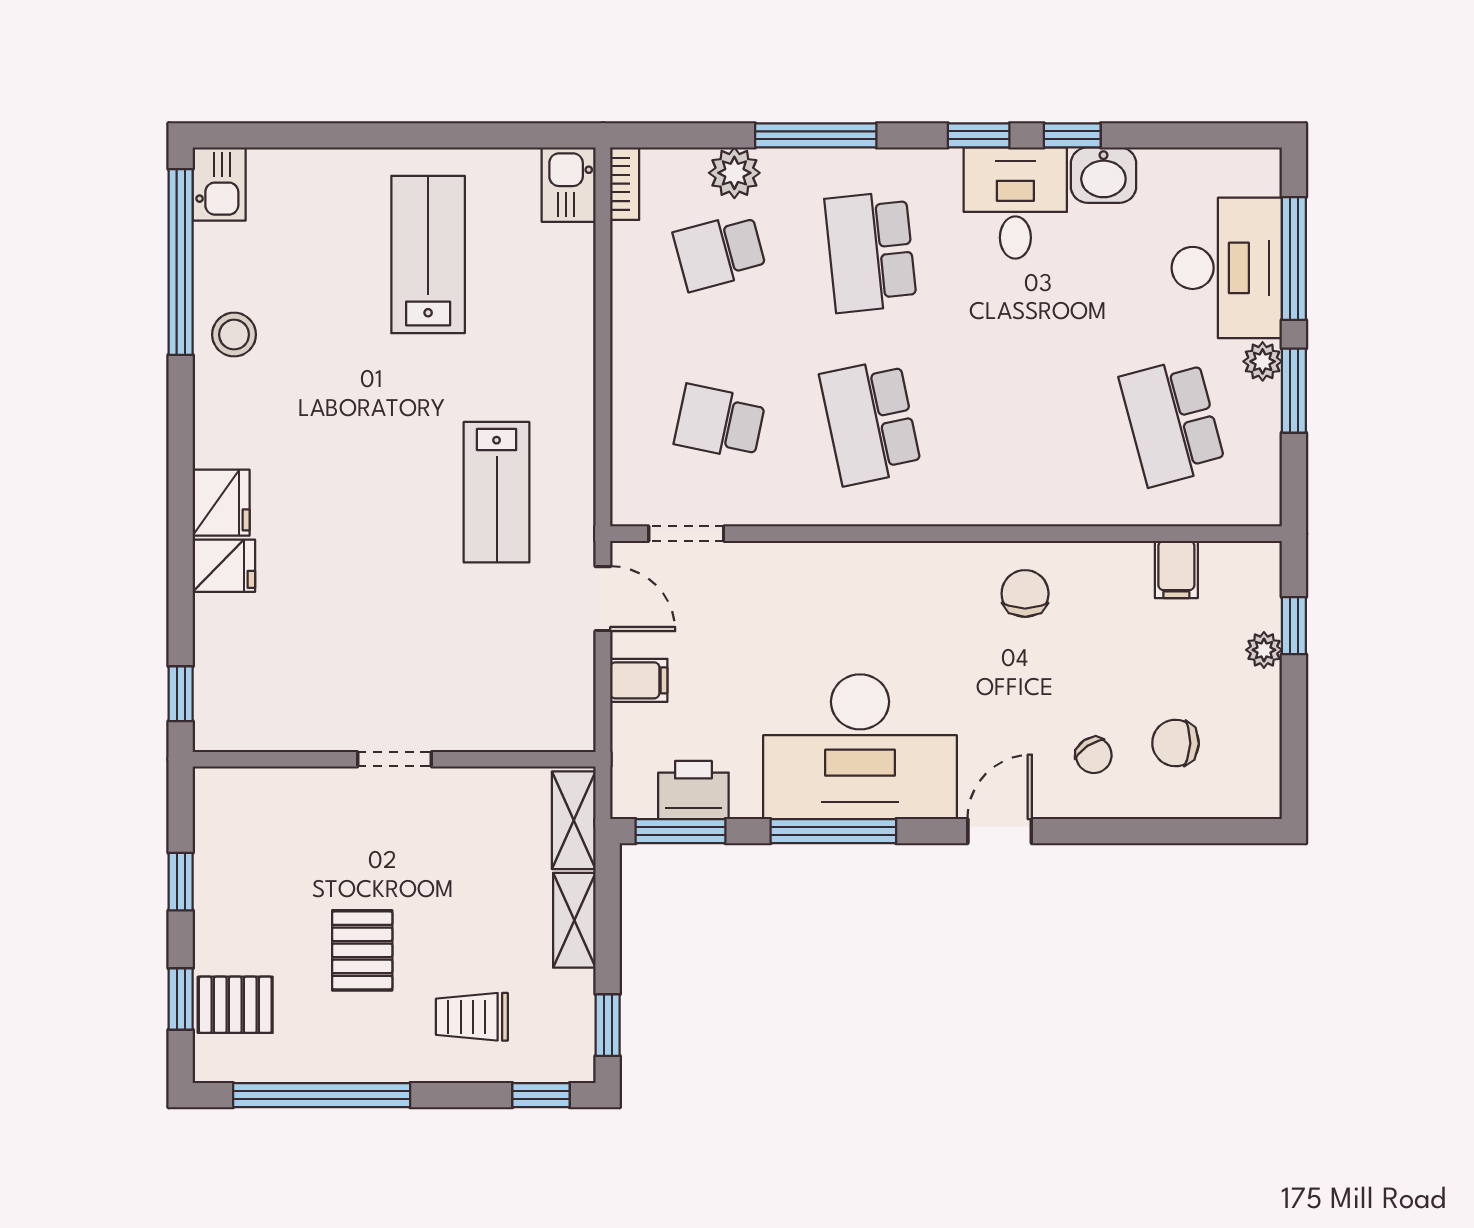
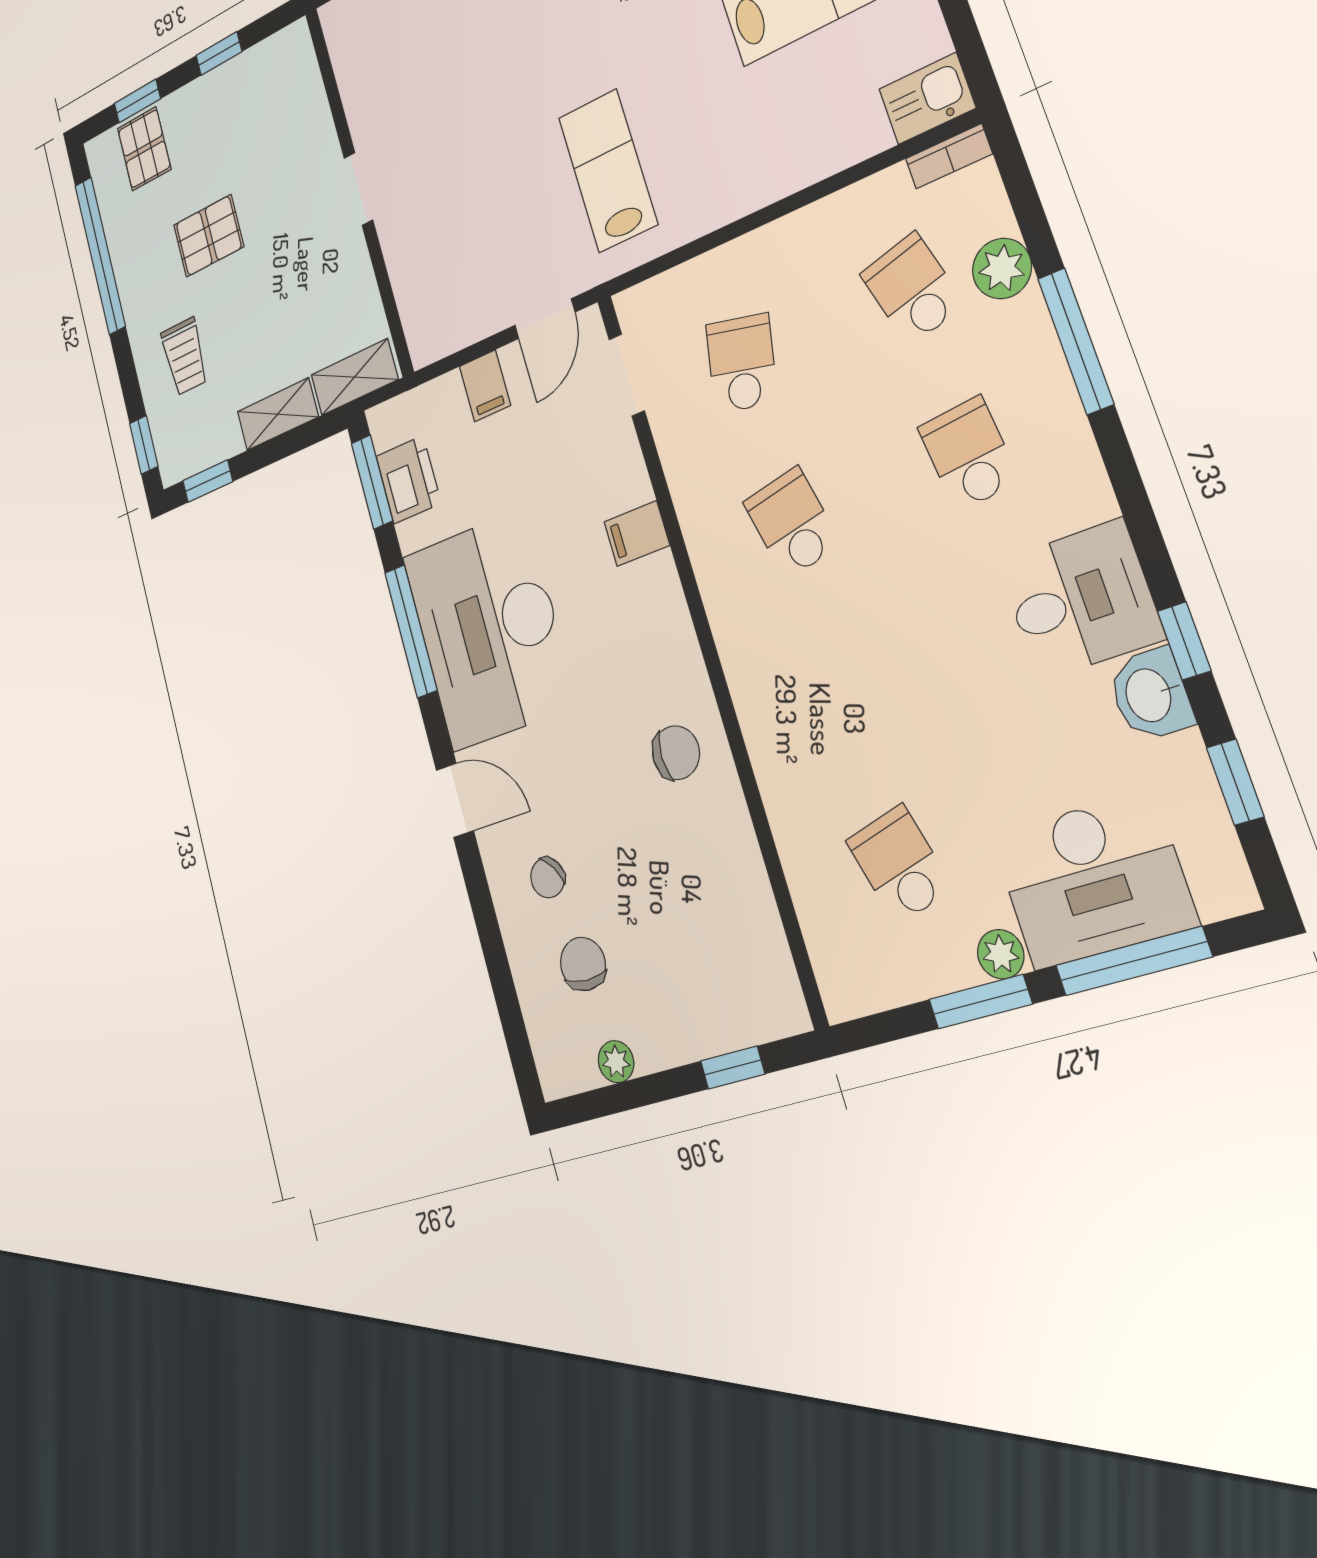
window: (979, 135) -> (1235, 782), moved
school desk: (871, 252) -> (969, 454), width x0.54
school desk: (871, 422) -> (792, 523), width x0.54
school desk: (1172, 422) -> (899, 864), width x0.54
lab bench: (497, 492) -> (608, 171), turned 90
filing cabinet: (1176, 570) -> (637, 534), moved
plant: (1264, 650) -> (616, 1062), moved
trolley: (472, 1017) -> (185, 356), turned 180

